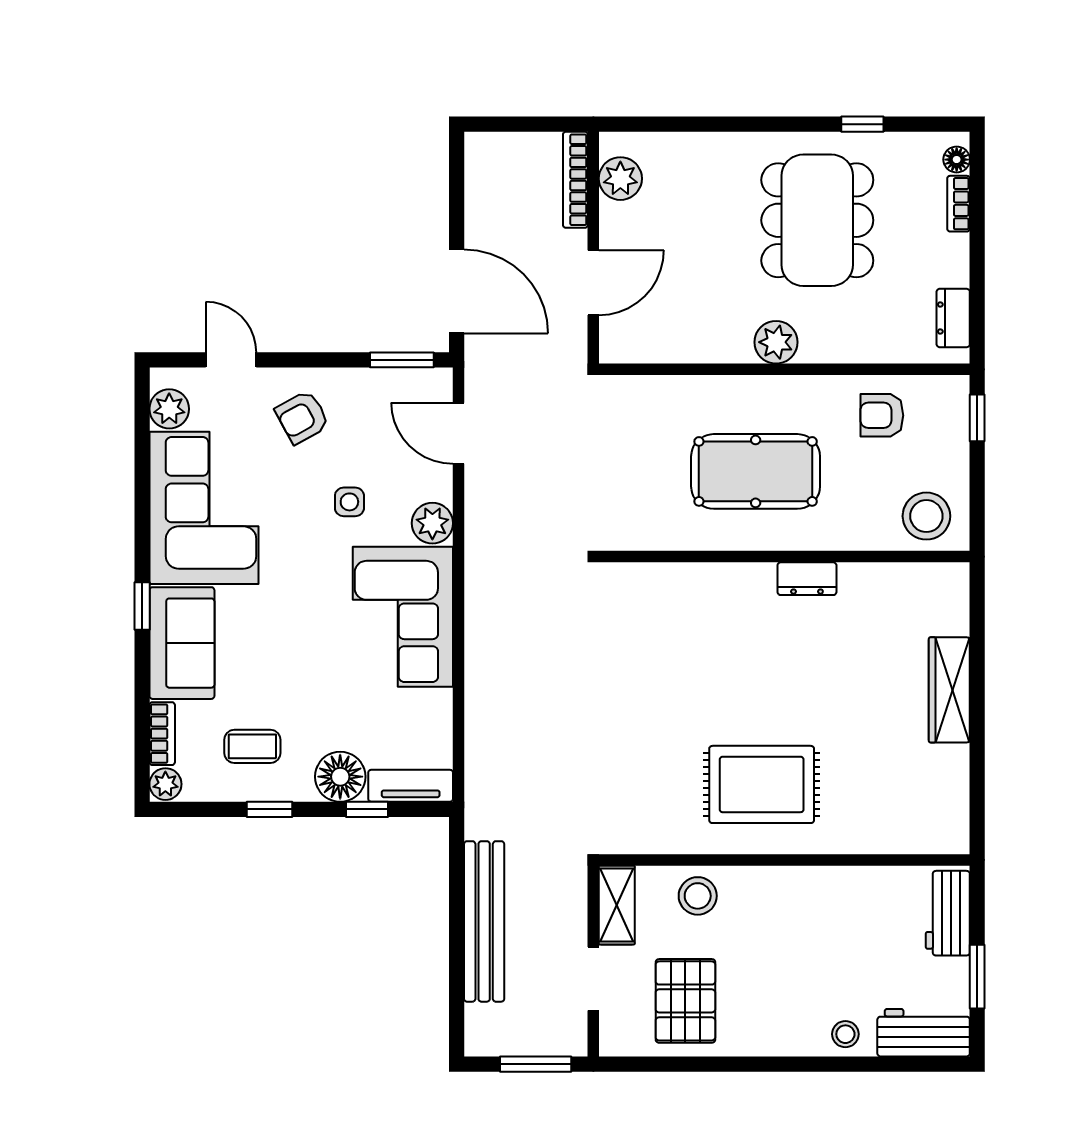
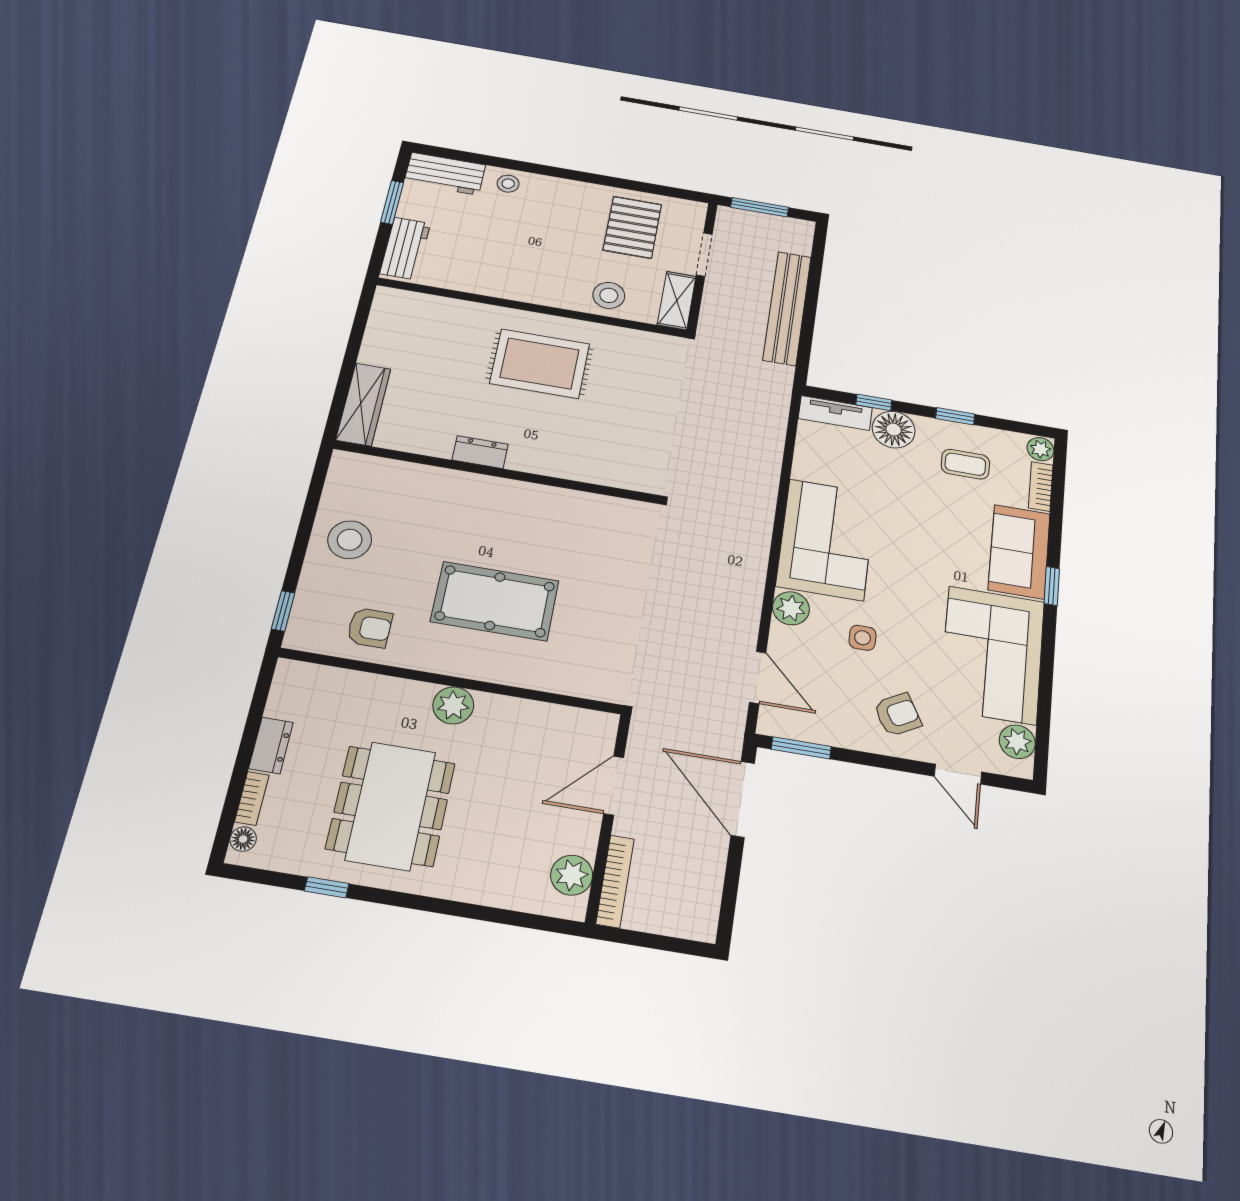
dresser: (953, 318) -> (271, 745), moved
wall: (784, 557) -> (496, 472), moved
dresser: (807, 579) -> (480, 452), moved

